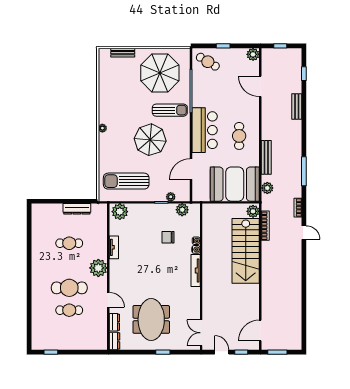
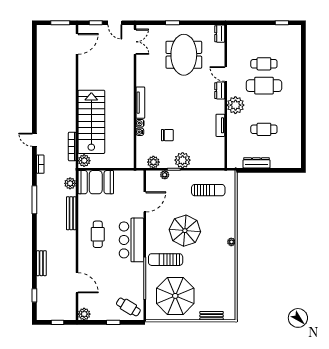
sun lounger: (126, 181) -> (208, 190), width x0.73, depth x0.75
booth: (235, 184) -> (96, 182), width x0.73, depth x0.70
plant: (120, 212) -> (183, 160), moved
dresser: (114, 322) -> (220, 91), moved

